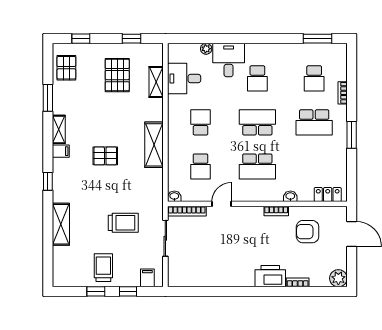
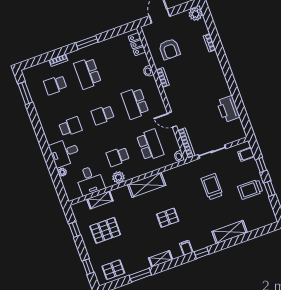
school desk: (314, 78) -> (55, 85), turned 180
plant: (175, 114) -> (118, 177), added
school desk: (257, 122) -> (103, 115), width x0.54
school desk: (314, 122) -> (88, 73), turned 180
filing cabinet: (61, 151) -> (186, 248), moved
pallet: (105, 156) -> (168, 218), turned 90
school desk: (201, 167) -> (150, 145), width x1.85
school desk: (257, 167) -> (135, 103), turned 180
printer: (270, 276) -> (228, 109), moved

